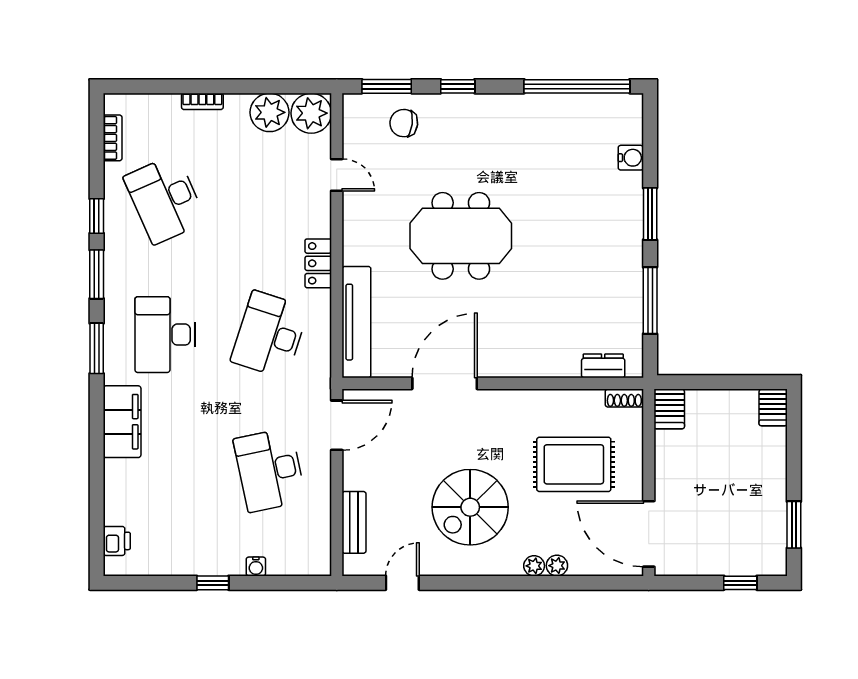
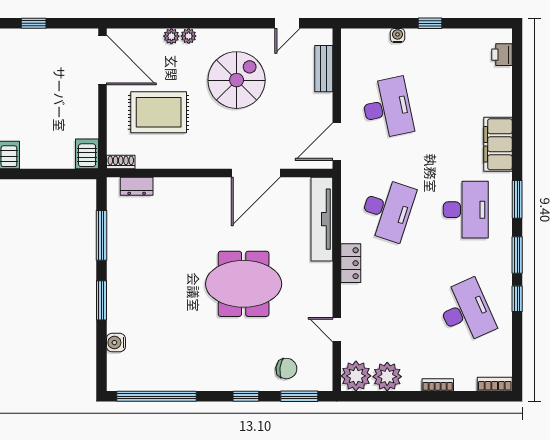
bookcase: (113, 138) -> (495, 384), moved, turned 90

